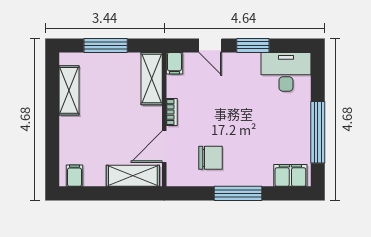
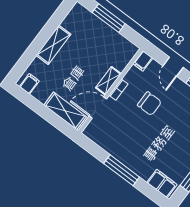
shelving: (152, 79) -> (108, 81), moved, width x0.67, depth x0.75
shelving: (69, 90) -> (53, 45), moved
chair: (211, 158) -> (149, 104), moved

